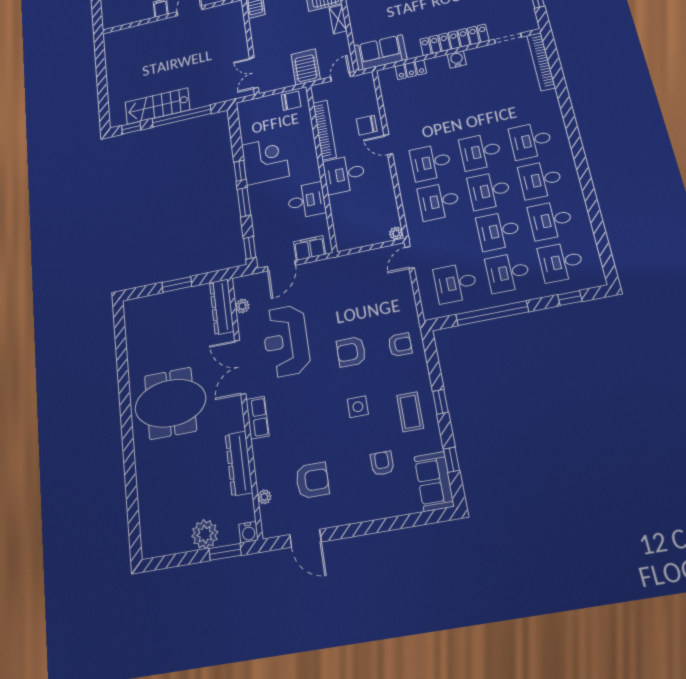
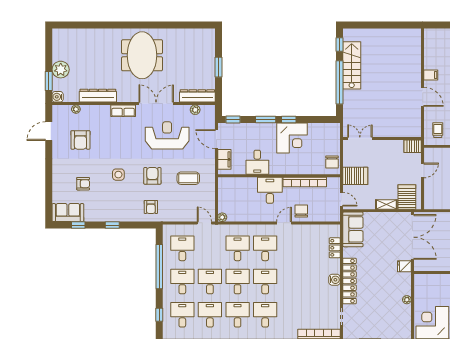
coffee table: (410, 412) -> (188, 178), moved

